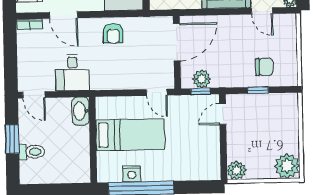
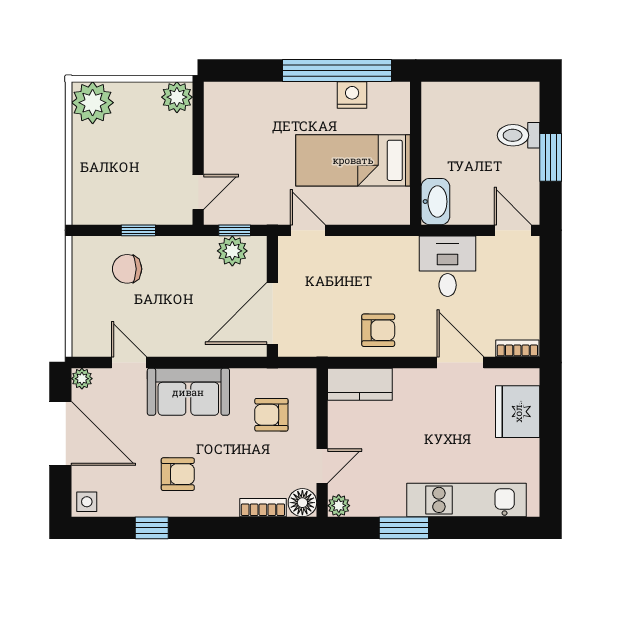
armchair: (113, 33) -> (378, 330), turned 90

